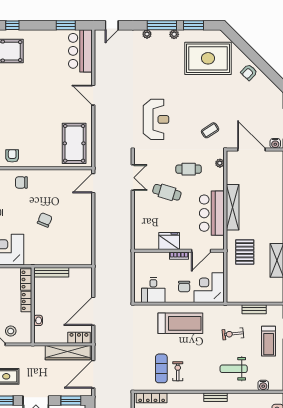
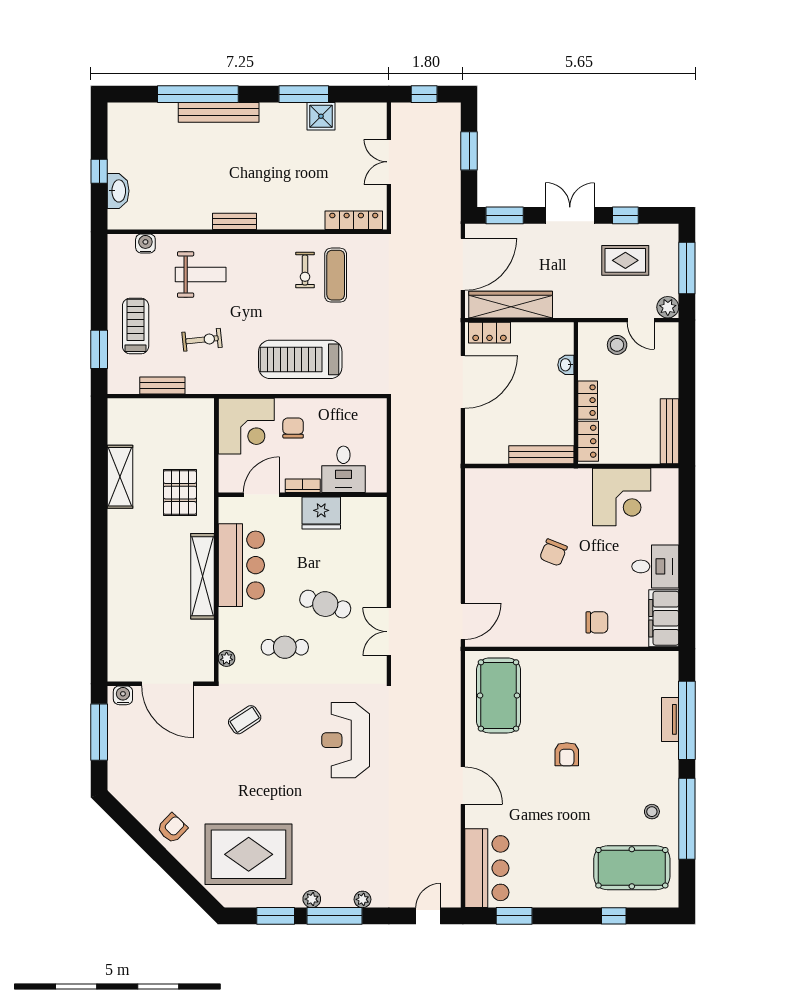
armchair: (12, 156) -> (567, 754), moved
desk: (153, 290) -> (343, 469), moved, turned 180

